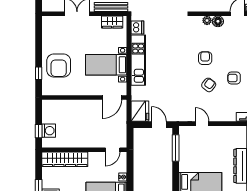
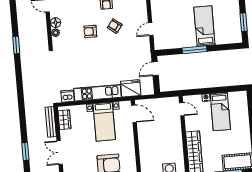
fridge: (140, 111) -> (131, 88), moved
window: (176, 148) -> (195, 50), moved

